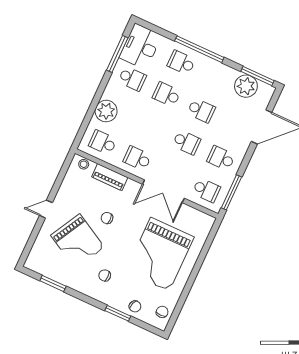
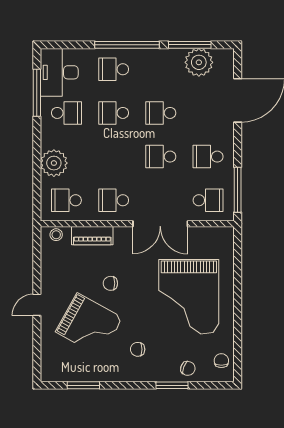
window: (257, 76) -> (190, 45), moved
school desk: (201, 110) -> (161, 113), turned 180
school desk: (186, 142) -> (161, 157), turned 180

